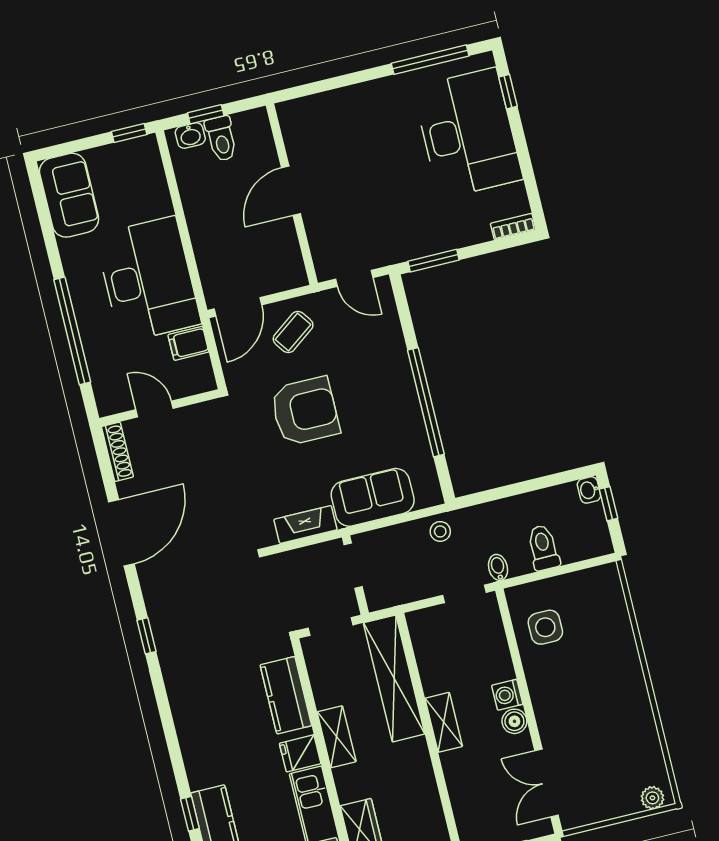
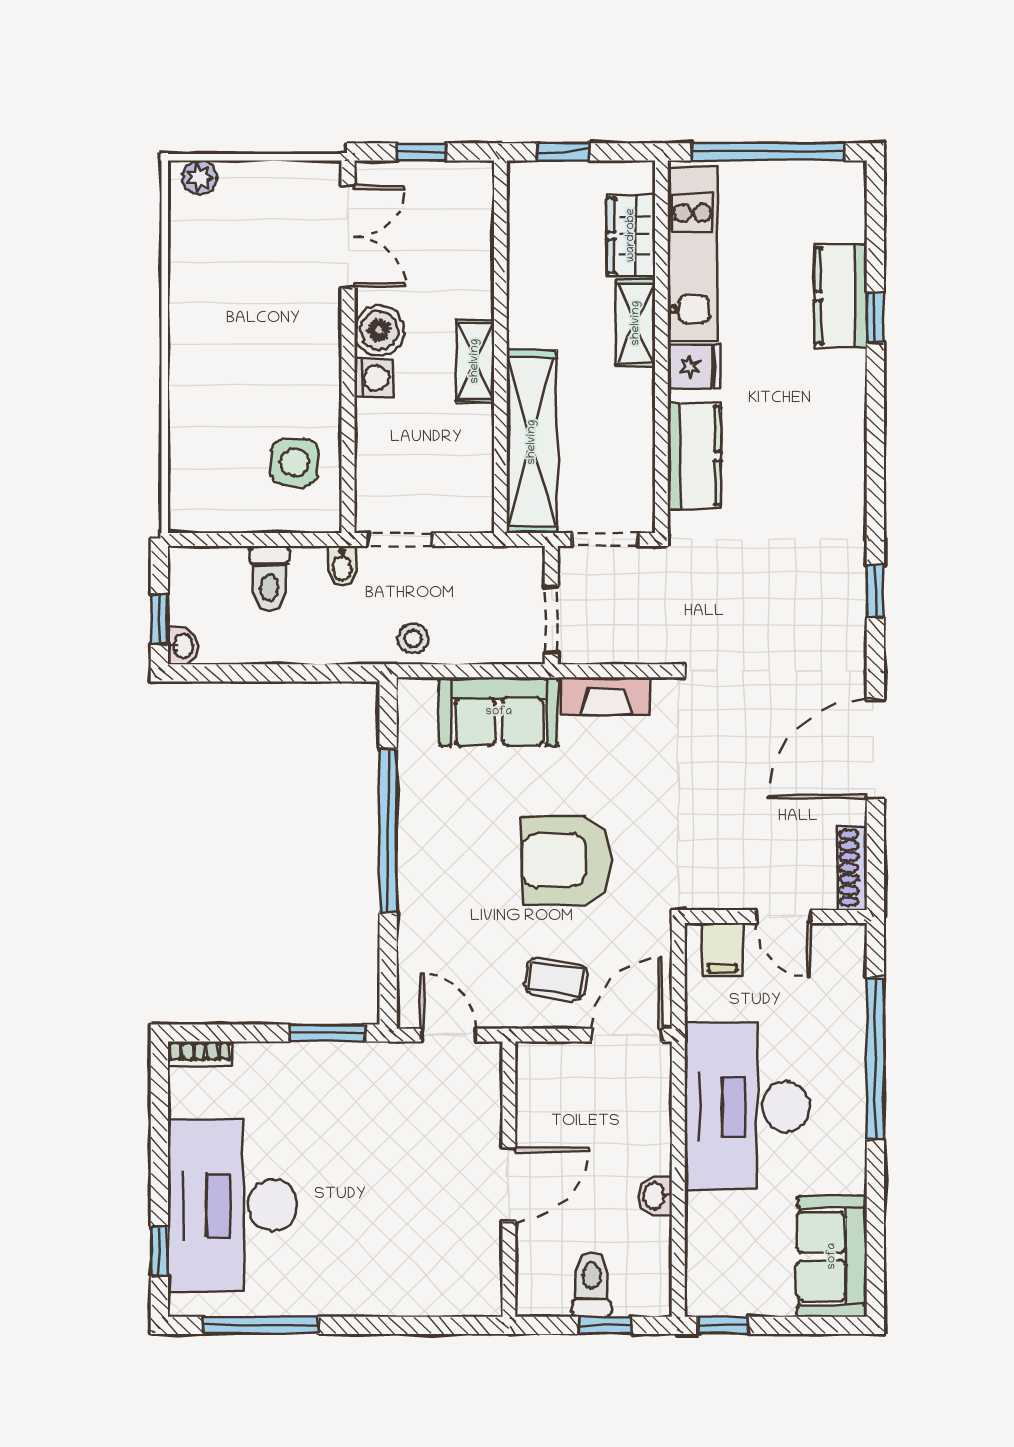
washbasin: (190, 136) -> (655, 1196), moved, turned -90
coffee table: (293, 332) -> (556, 979), turned 45
filing cabinet: (188, 343) -> (722, 949), moved, turned 90
boiler: (514, 721) -> (379, 330), width x1.36, depth x1.36
shelving: (337, 737) -> (636, 323), moved

